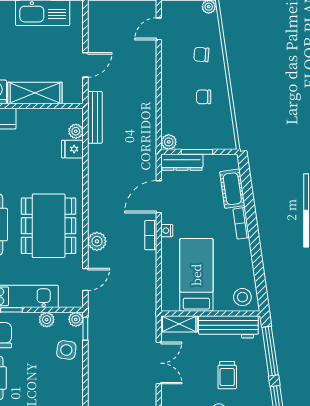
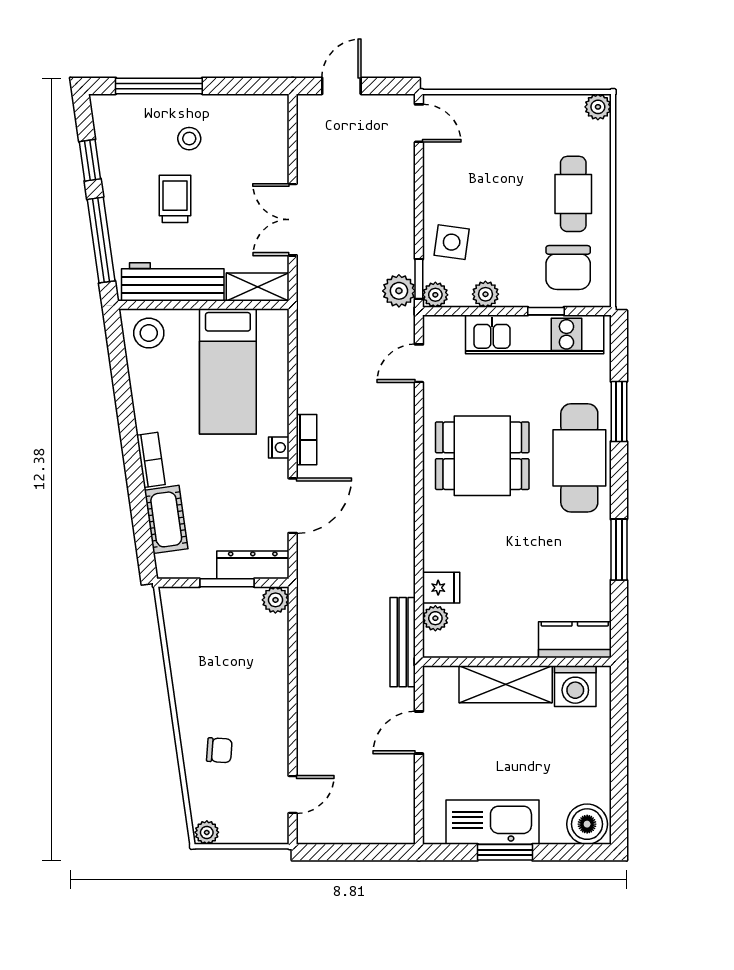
chair: (204, 97) -> (215, 677), removed
dining table: (49, 226) -> (482, 456), width x0.73
plant: (97, 241) -> (399, 291), moved

